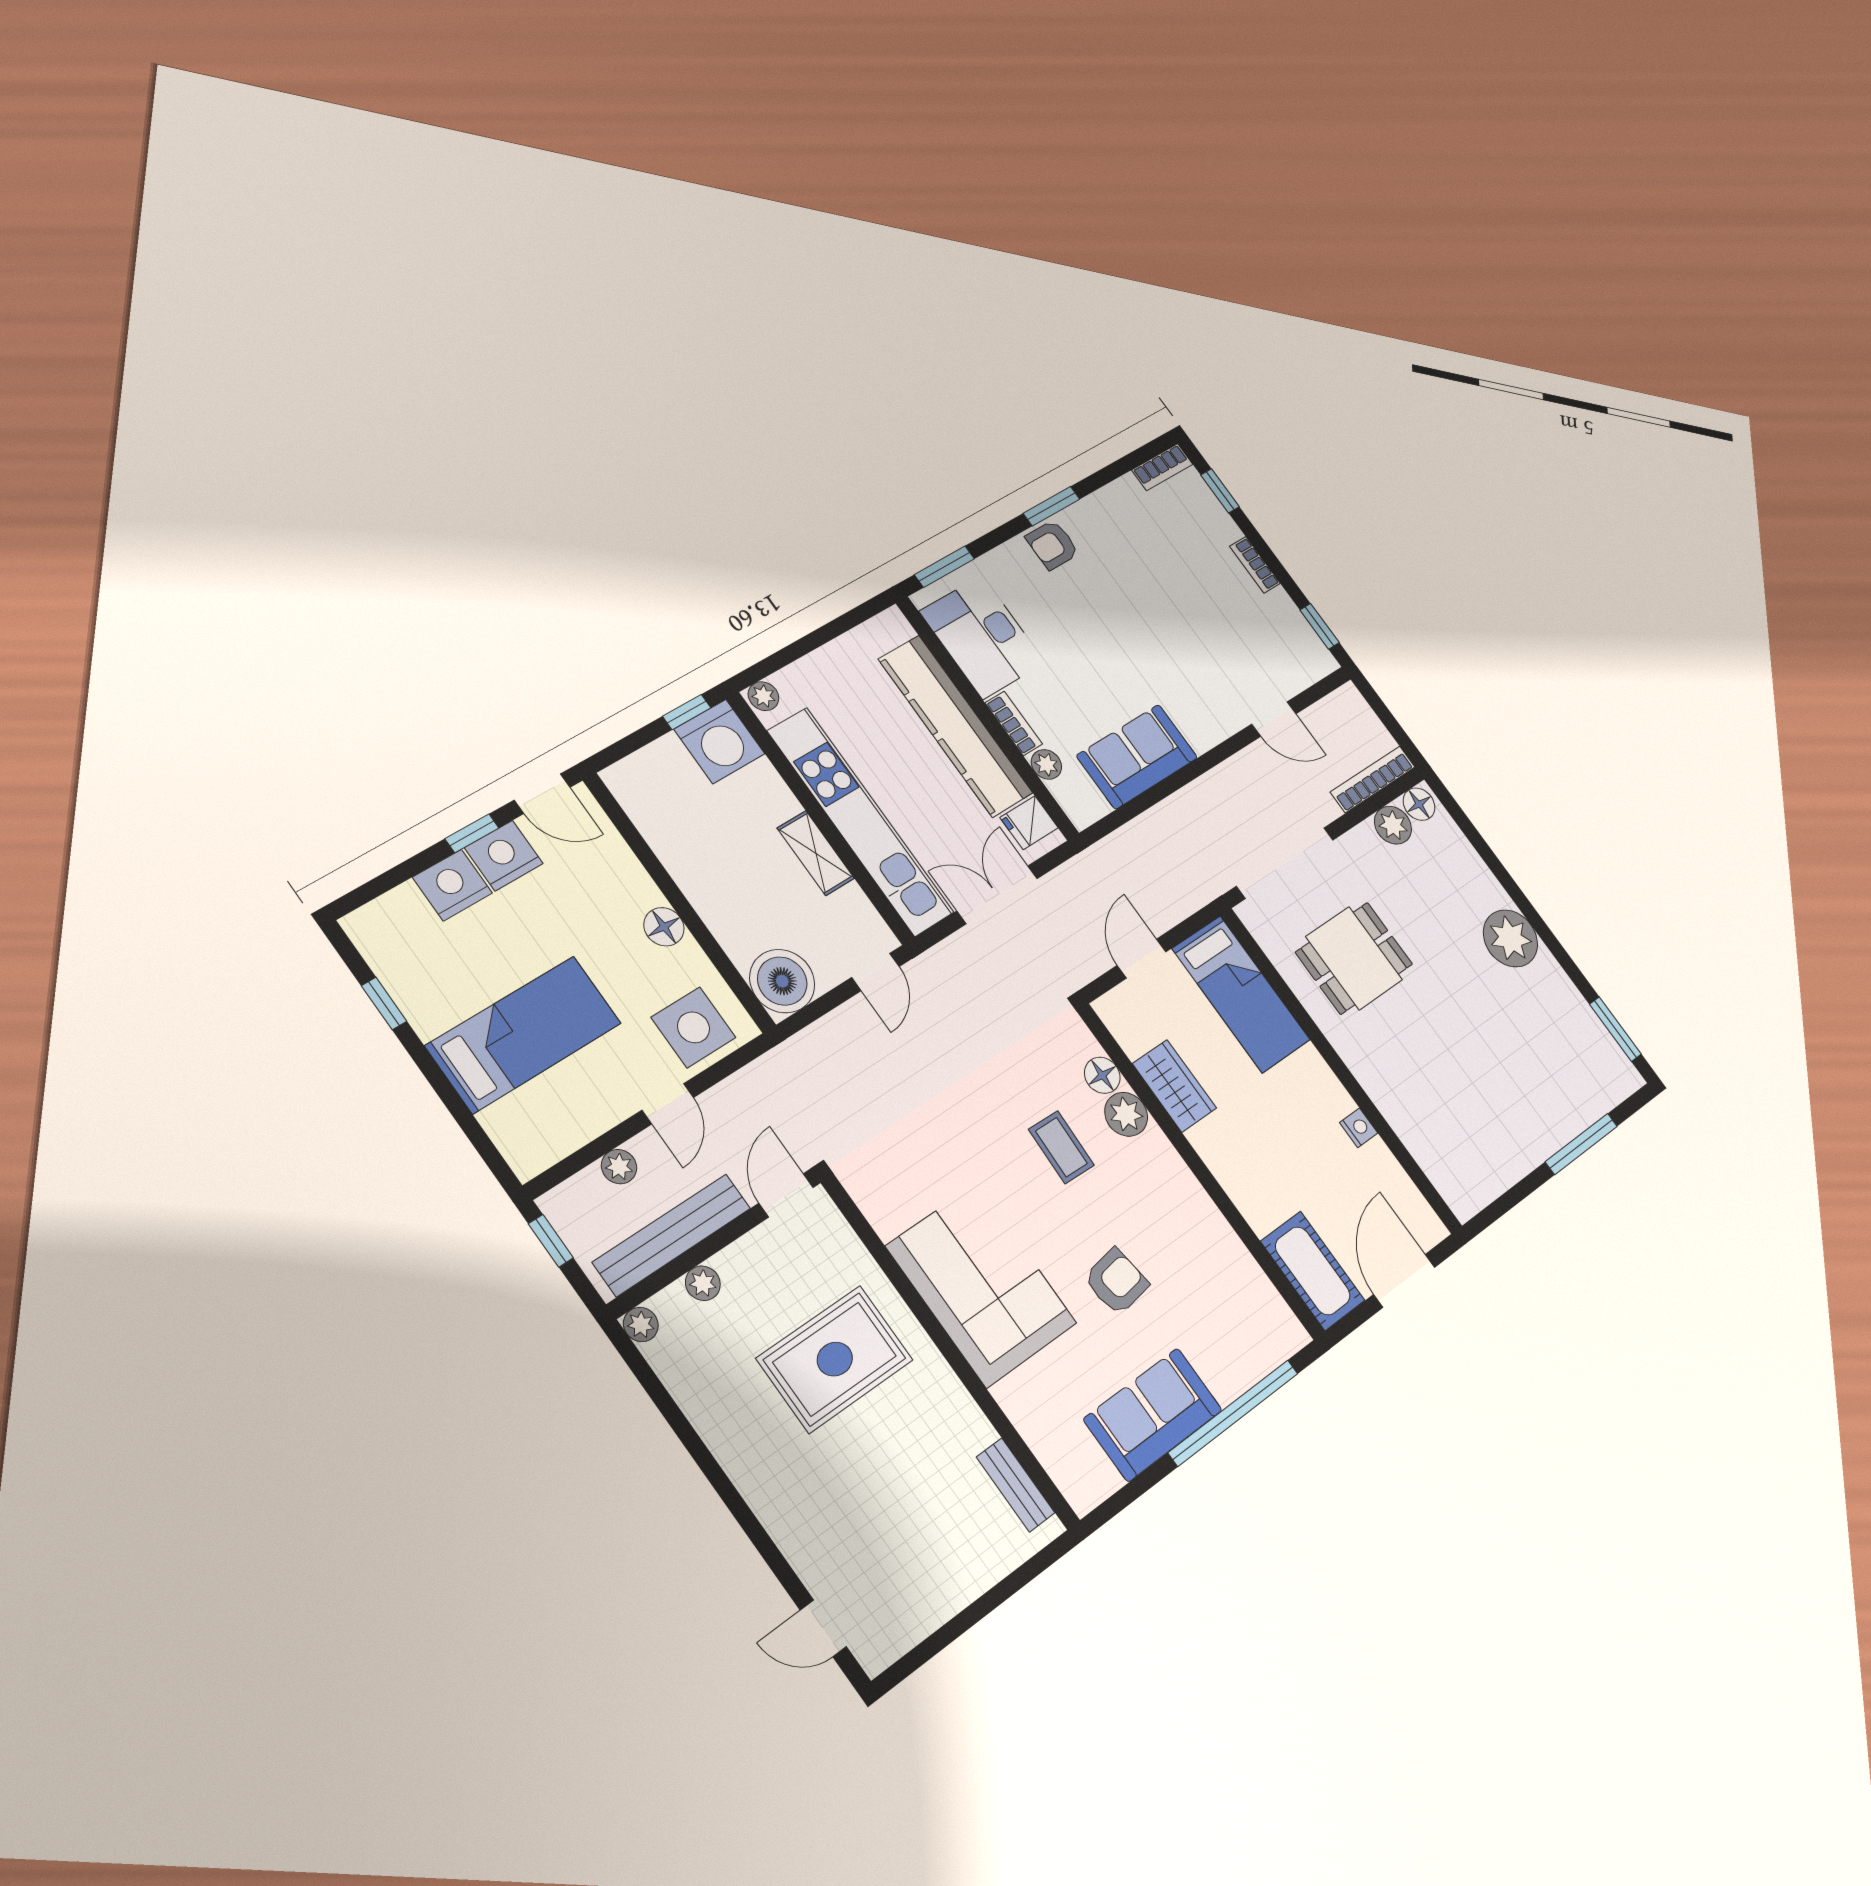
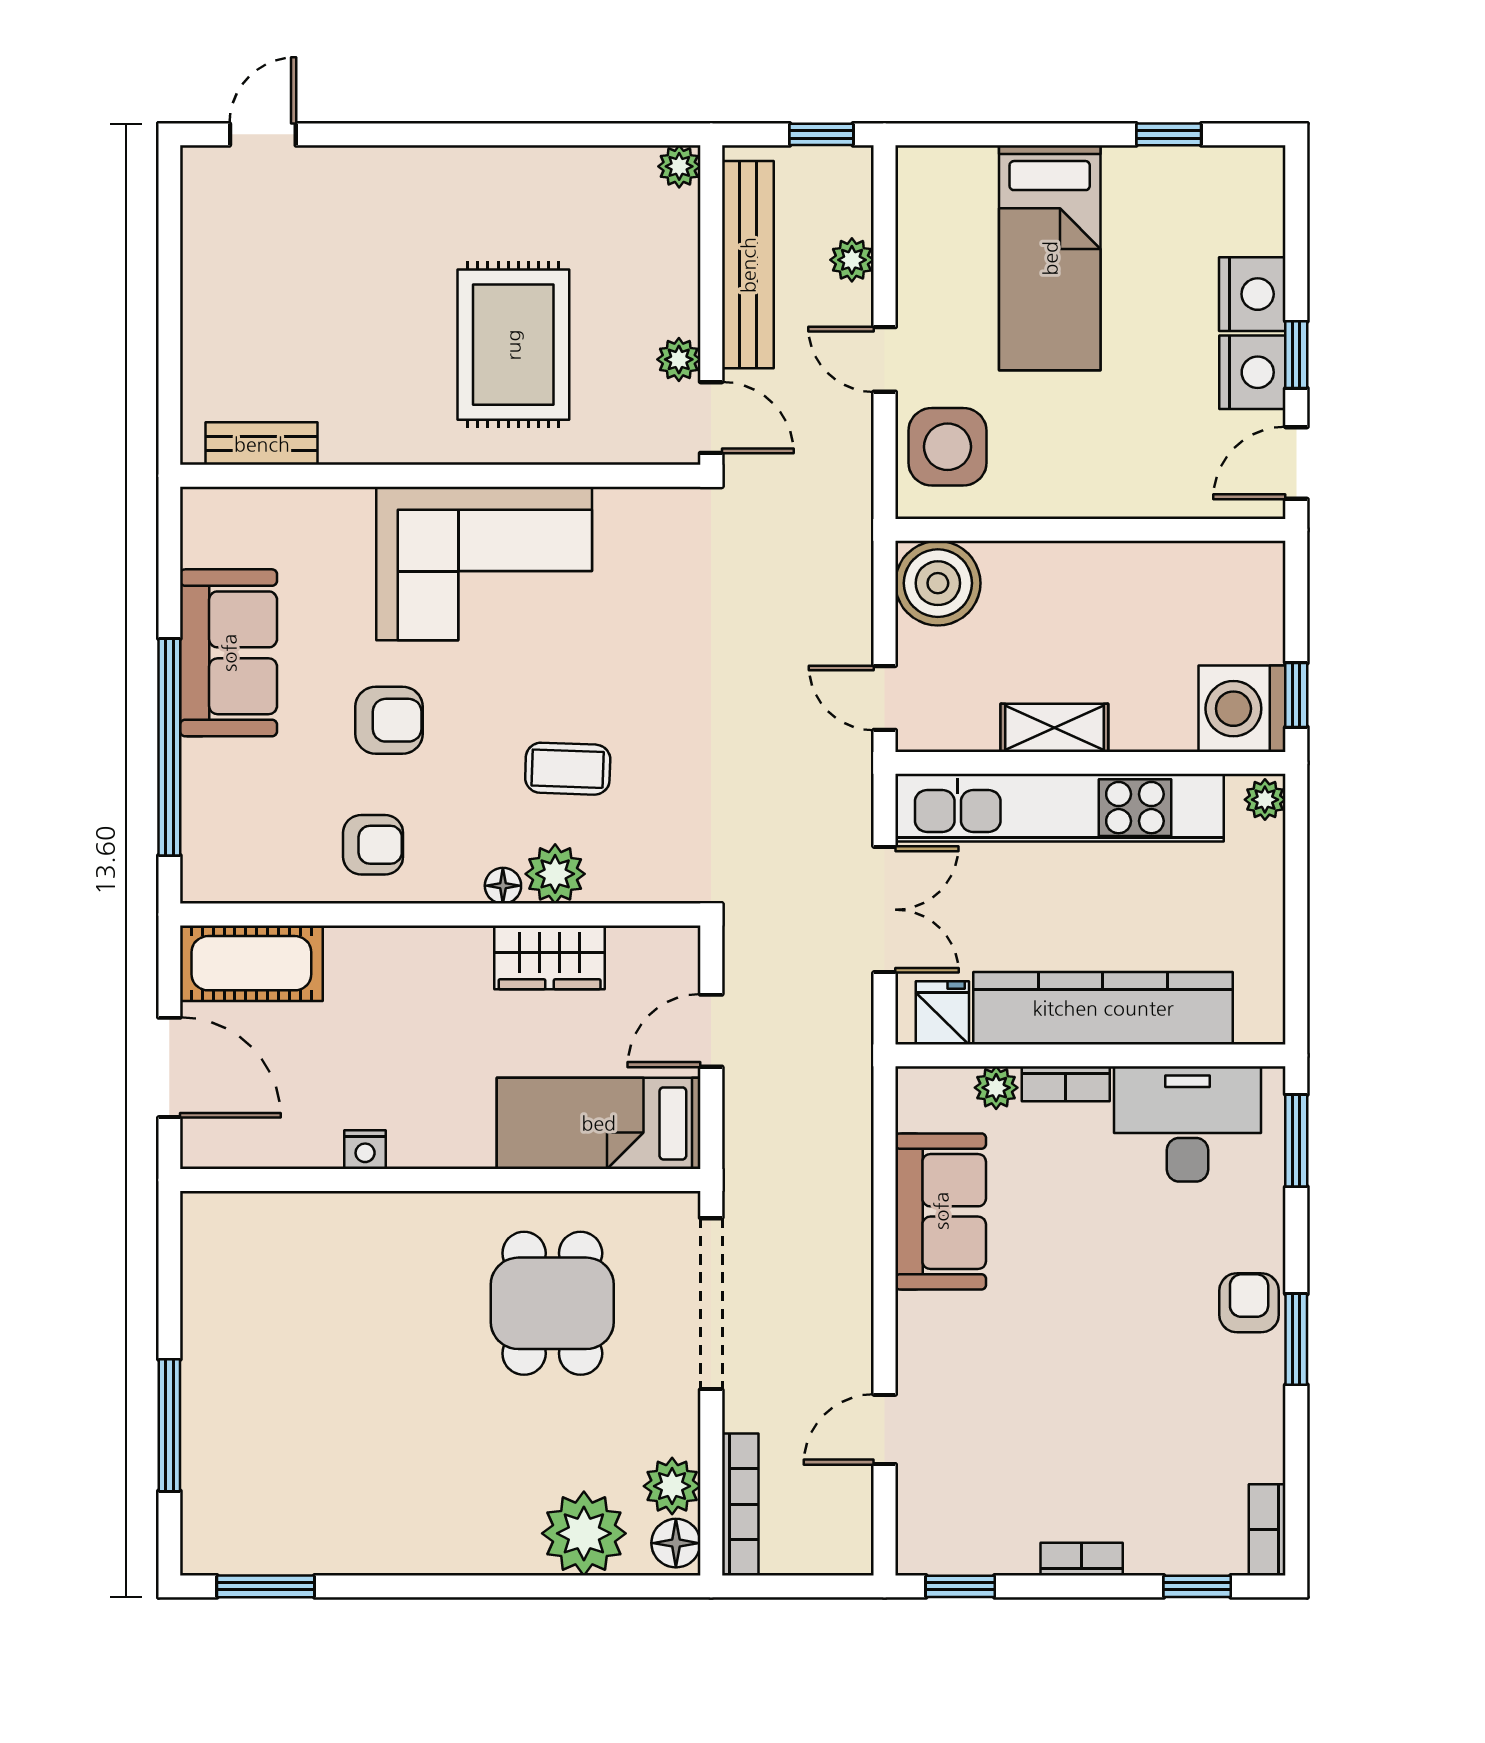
floor lamp: (664, 927) -> (1074, 493), removed
plant: (1510, 938) -> (584, 1533), moved
door: (1142, 959) -> (711, 1031), swing flipped
floor lamp: (1102, 1075) -> (503, 886), moved, width x0.73, depth x0.73
armchair: (1193, 1241) -> (373, 845), added
armchair: (1116, 1282) -> (389, 720), turned -82
plant: (703, 1283) -> (679, 359), moved

